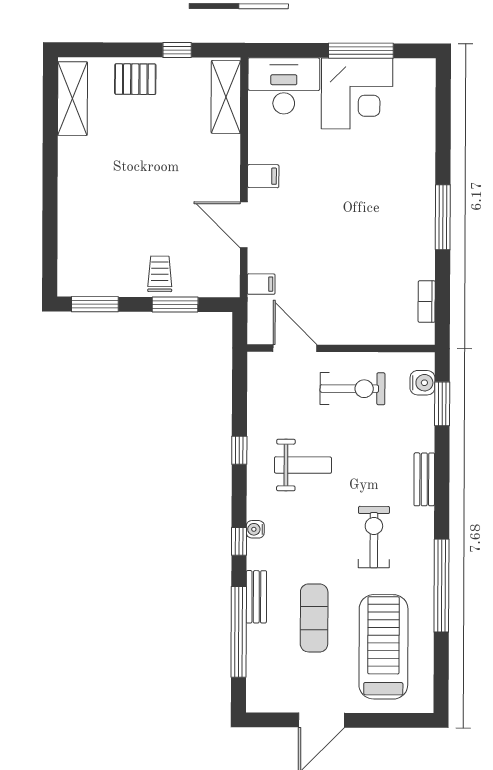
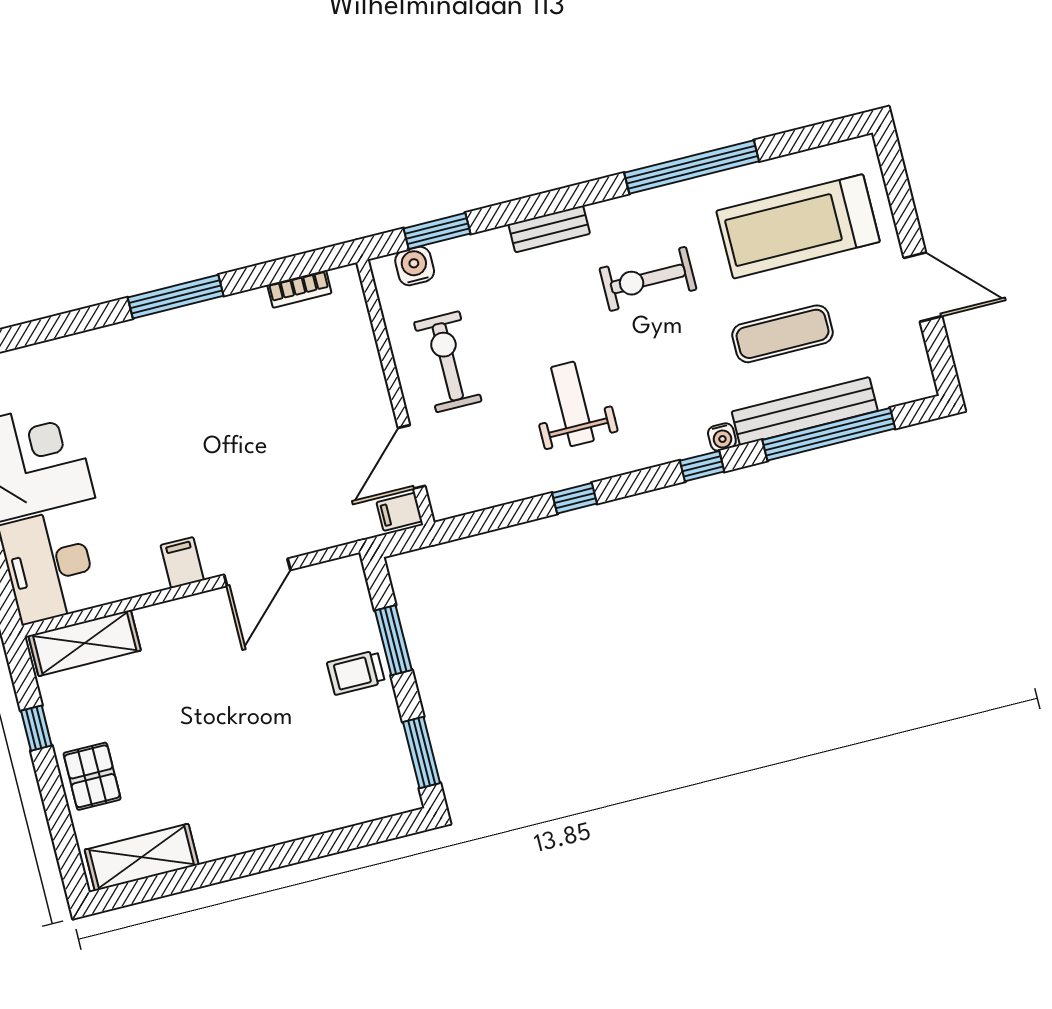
filing cabinet: (261, 284) -> (399, 512), moved, turned -90
water cooler: (255, 529) -> (722, 437), moved
bench: (256, 597) -> (805, 411), width x1.86, depth x1.21

